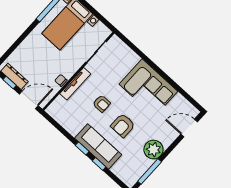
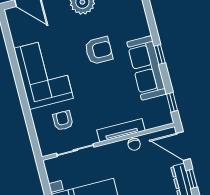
armchair: (102, 104) -> (63, 121), moved
sofa: (98, 146) -> (147, 68), moved
window: (99, 164) -> (172, 102), moved

